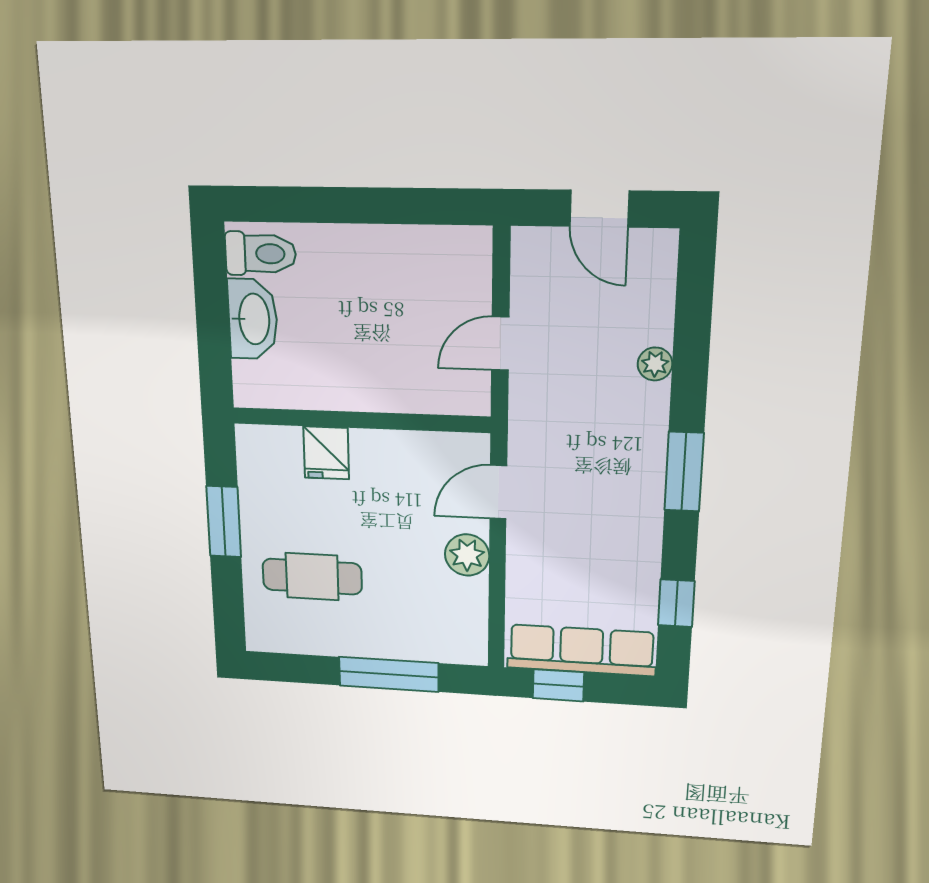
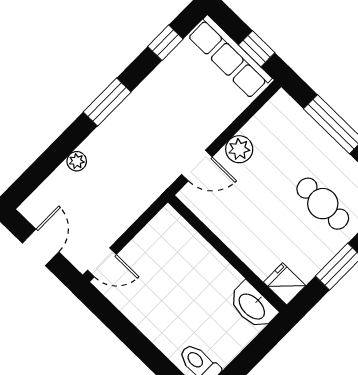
washbasin: (253, 319) -> (252, 306), moved, turned -90
door: (500, 344) -> (102, 262), moved
fridge: (326, 453) -> (285, 284), moved, turned -90

